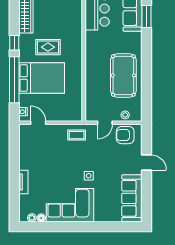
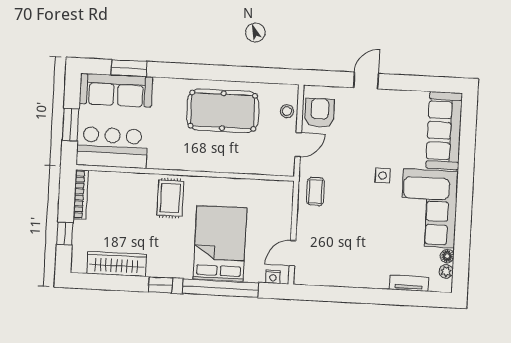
rug: (48, 47) -> (170, 198), moved
door: (105, 123) -> (298, 145), hinge flipped
armchair: (125, 135) -> (320, 113), turned 180
tv unit: (23, 182) -> (409, 283), moved
sofa: (132, 198) -> (444, 131), moved, turned 90

